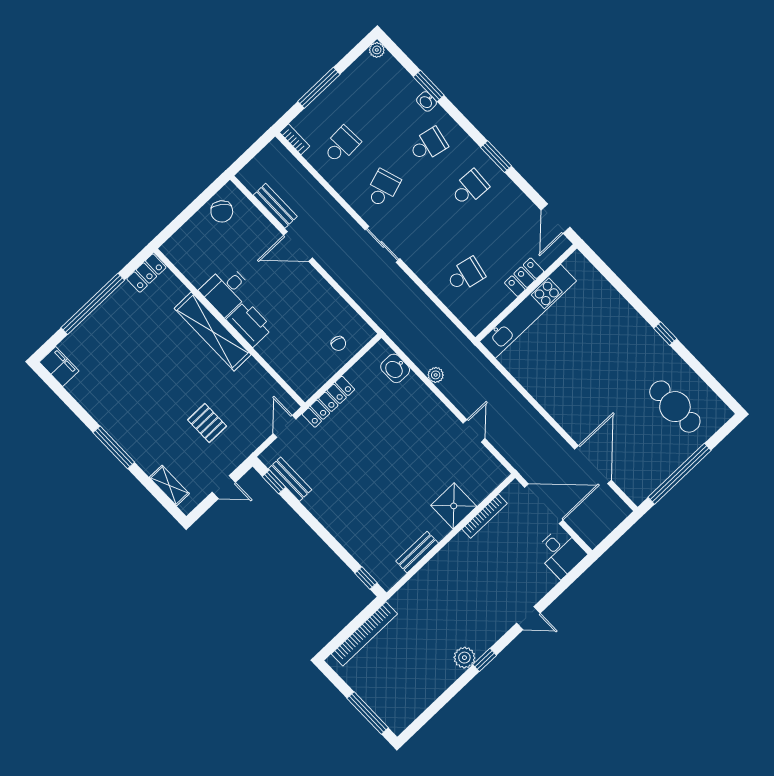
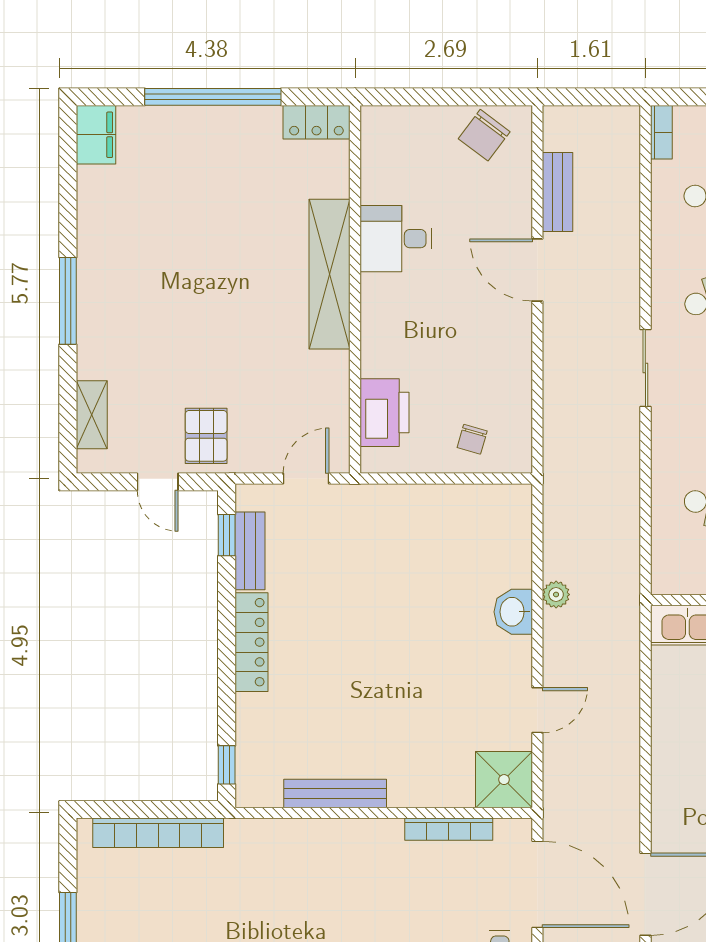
printer: (249, 324) -> (384, 413), moved
washbasin: (395, 368) -> (513, 612), moved
locker: (328, 402) -> (251, 642), moved, turned -90
pallet: (207, 423) -> (206, 436), moved
shower: (454, 506) -> (504, 780), moved
bench: (417, 552) -> (335, 793), width x1.36

